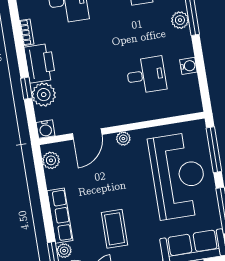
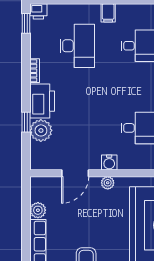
water cooler: (46, 129) -> (109, 162), moved
plant: (51, 160) -> (38, 210), moved

